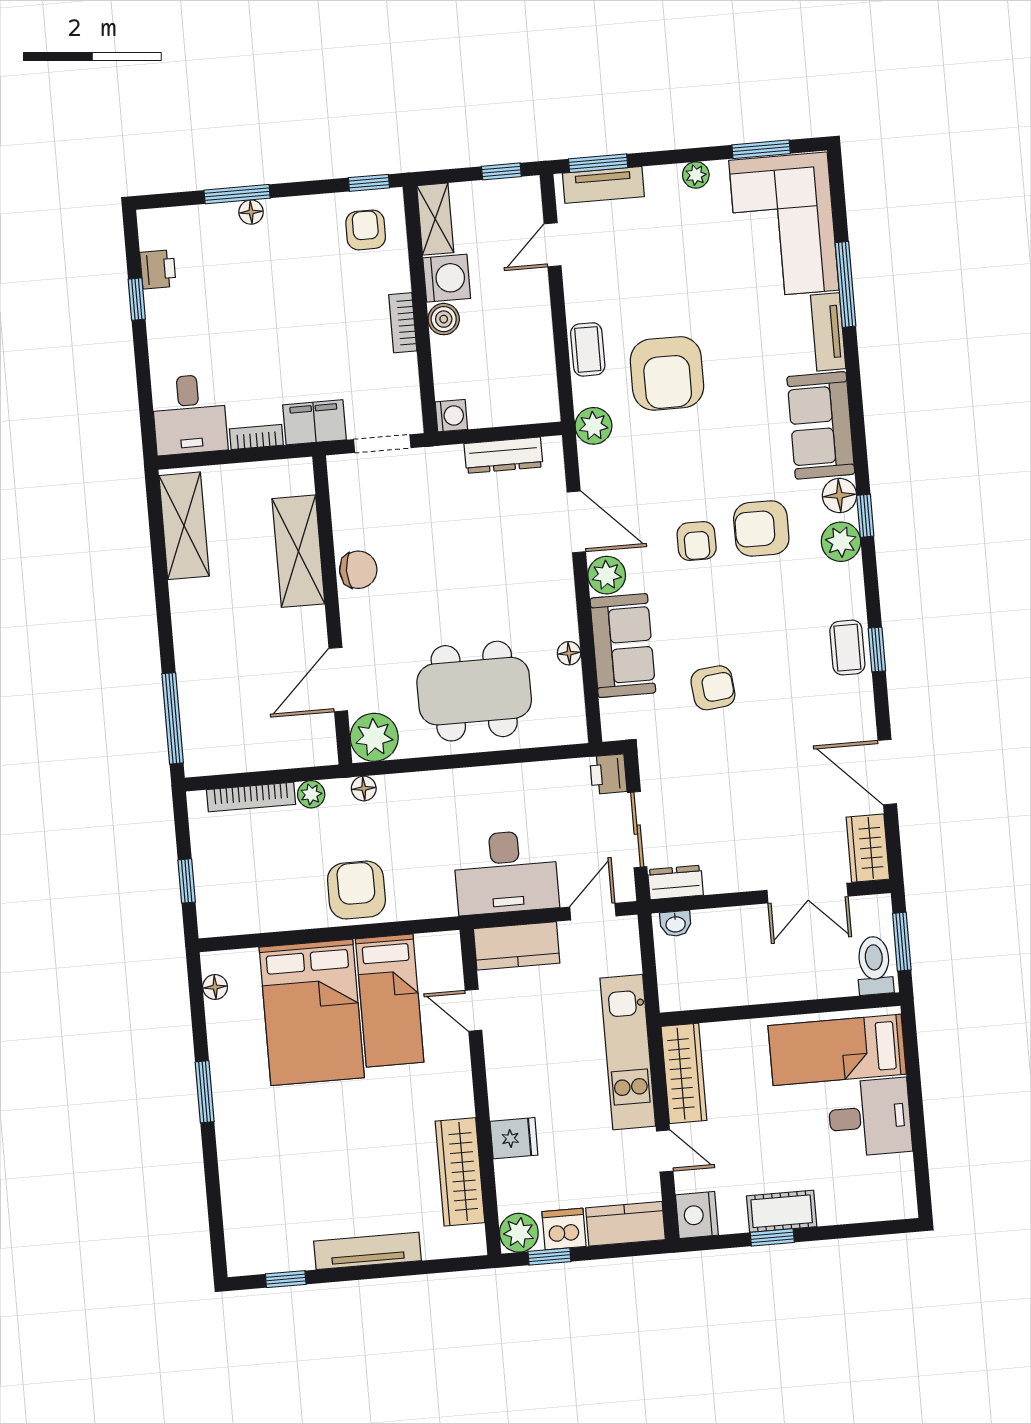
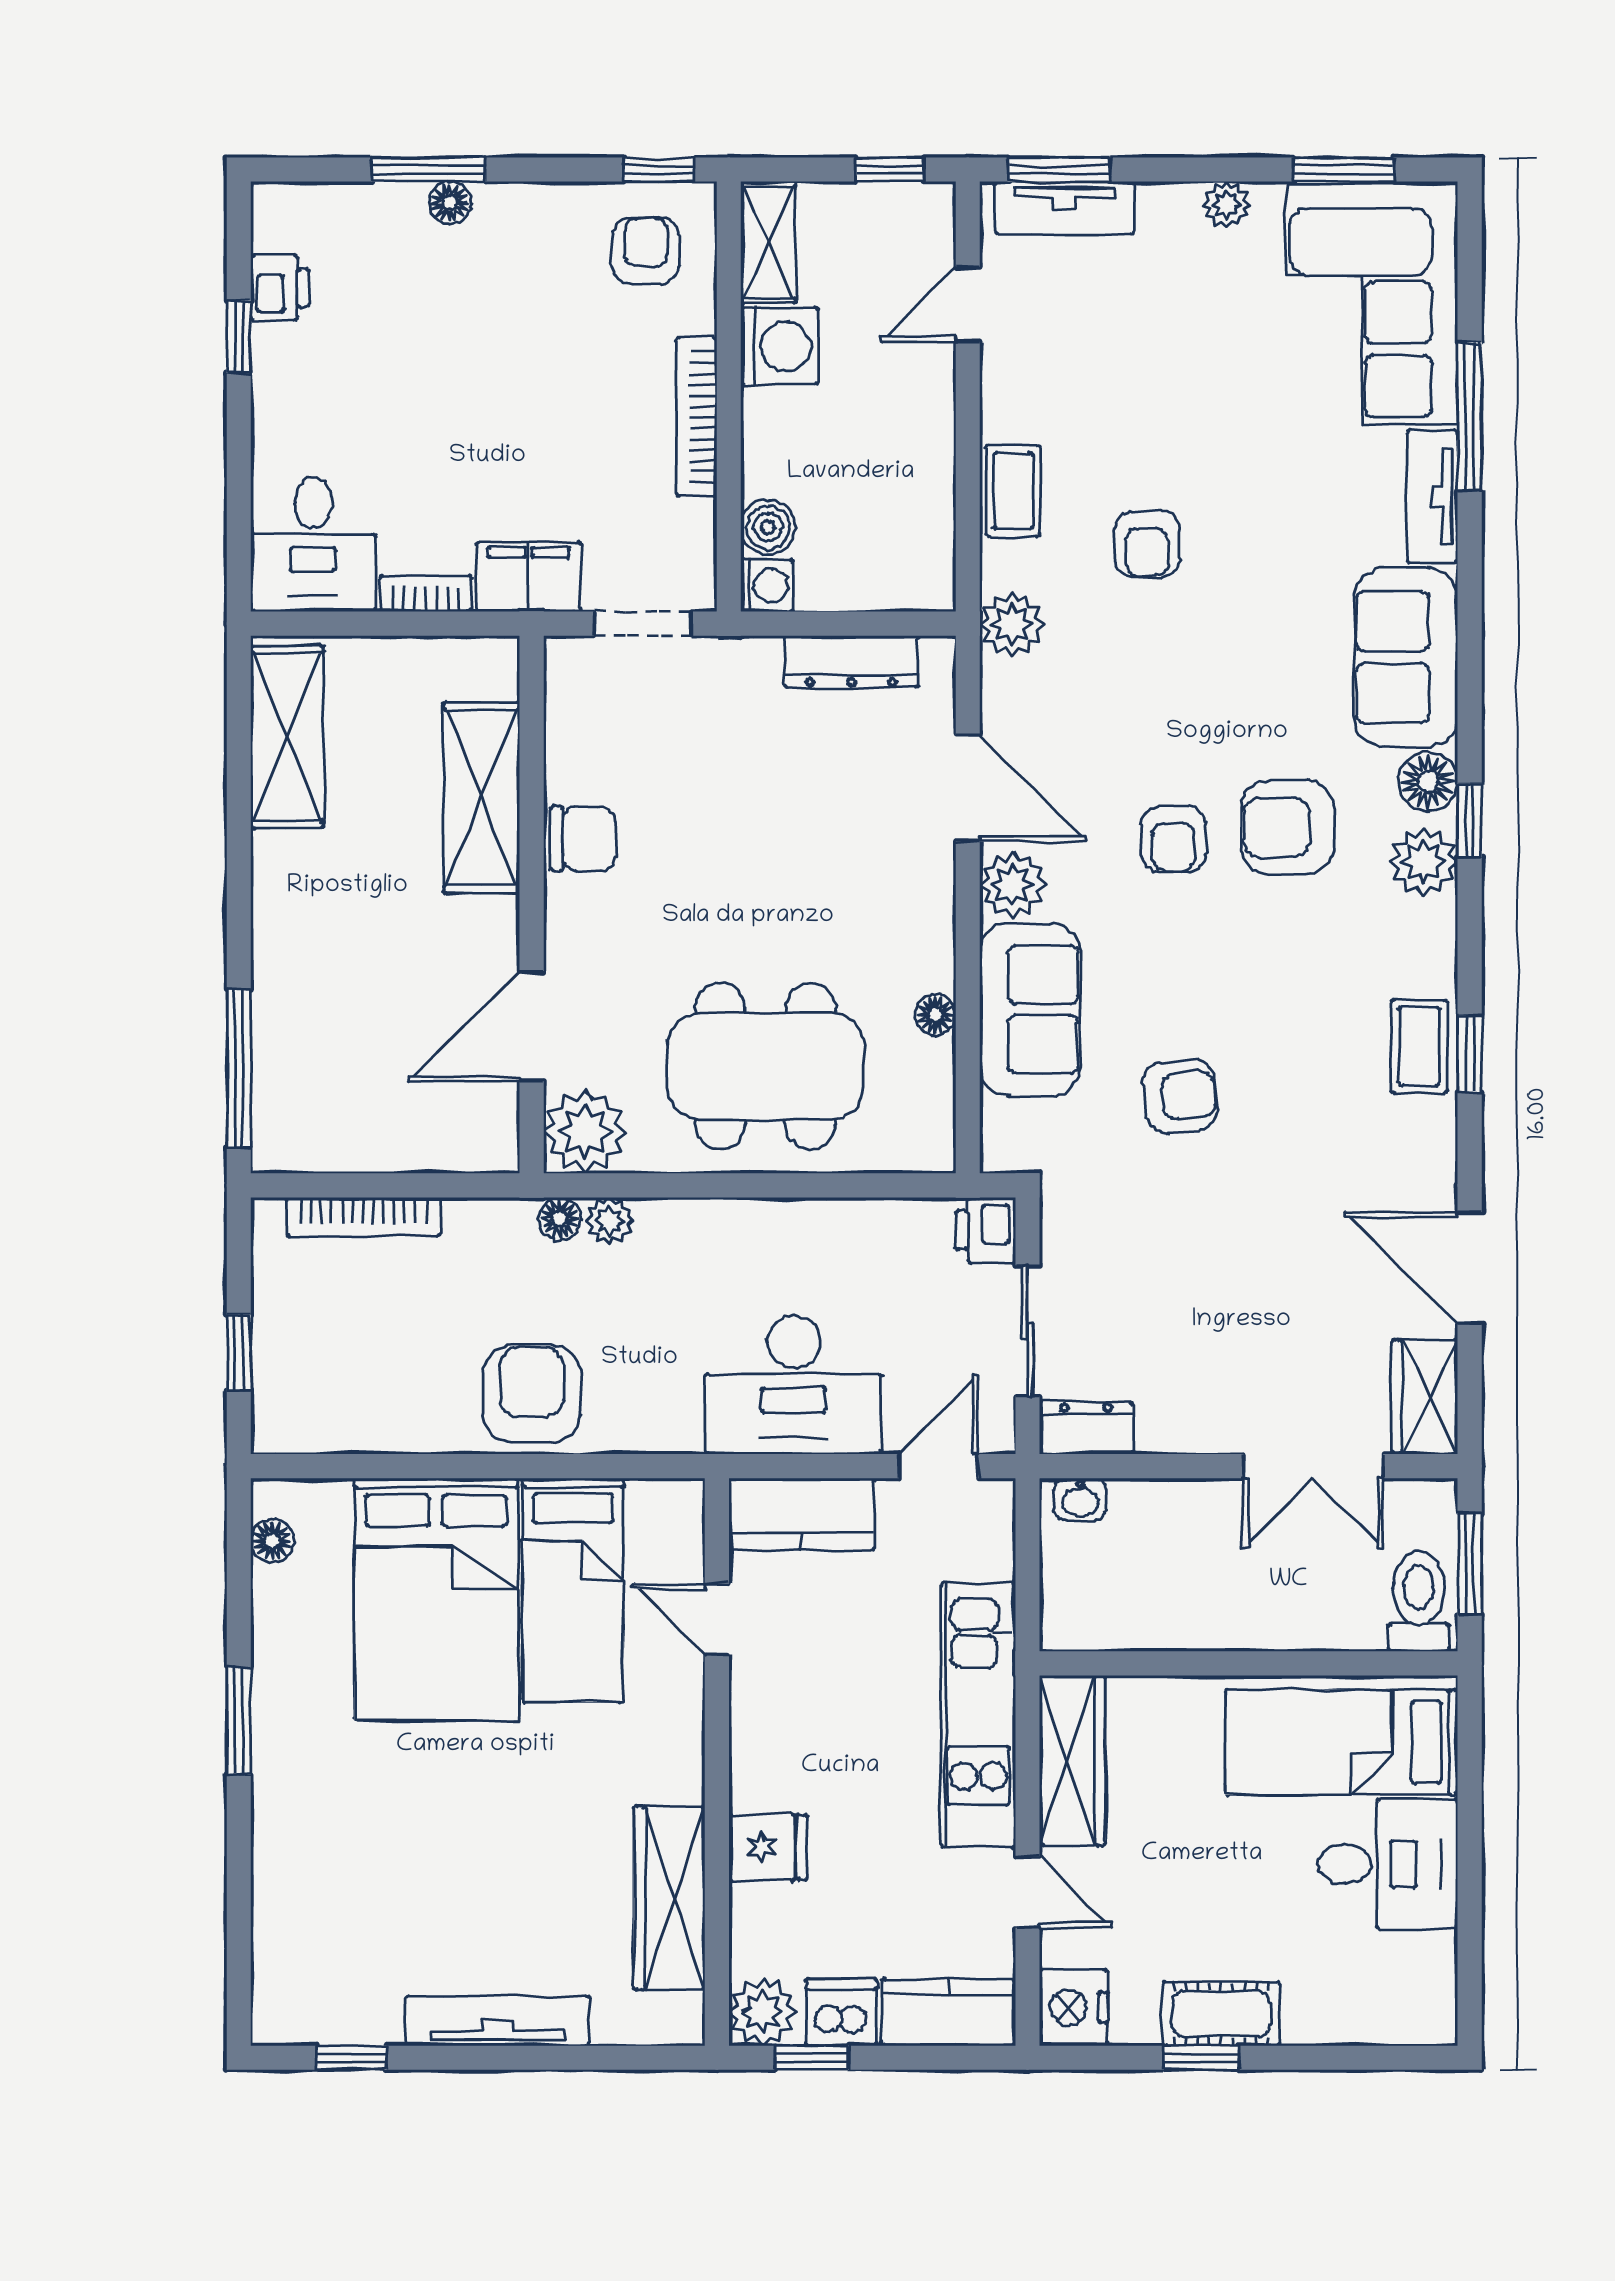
boiler: (444, 319) -> (768, 527), moved
bookcase: (403, 323) -> (696, 417), width x1.56
armchair: (667, 373) -> (1147, 544), width x0.53, depth x0.53
plant: (311, 794) -> (610, 1221), moved

